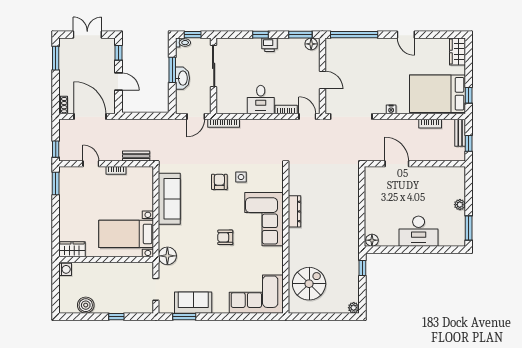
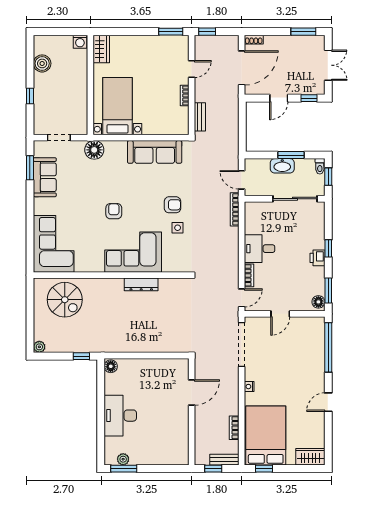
plant: (460, 205) -> (123, 459), moved

